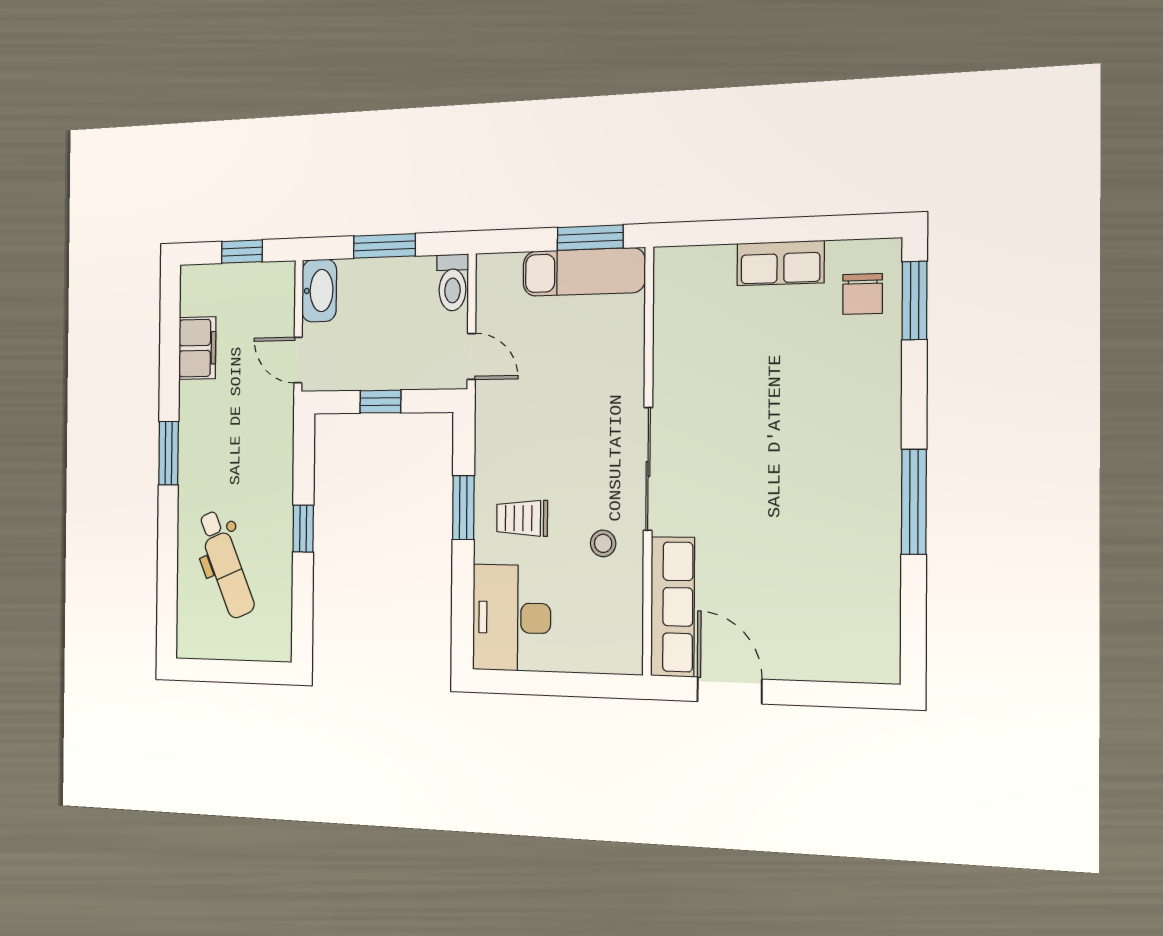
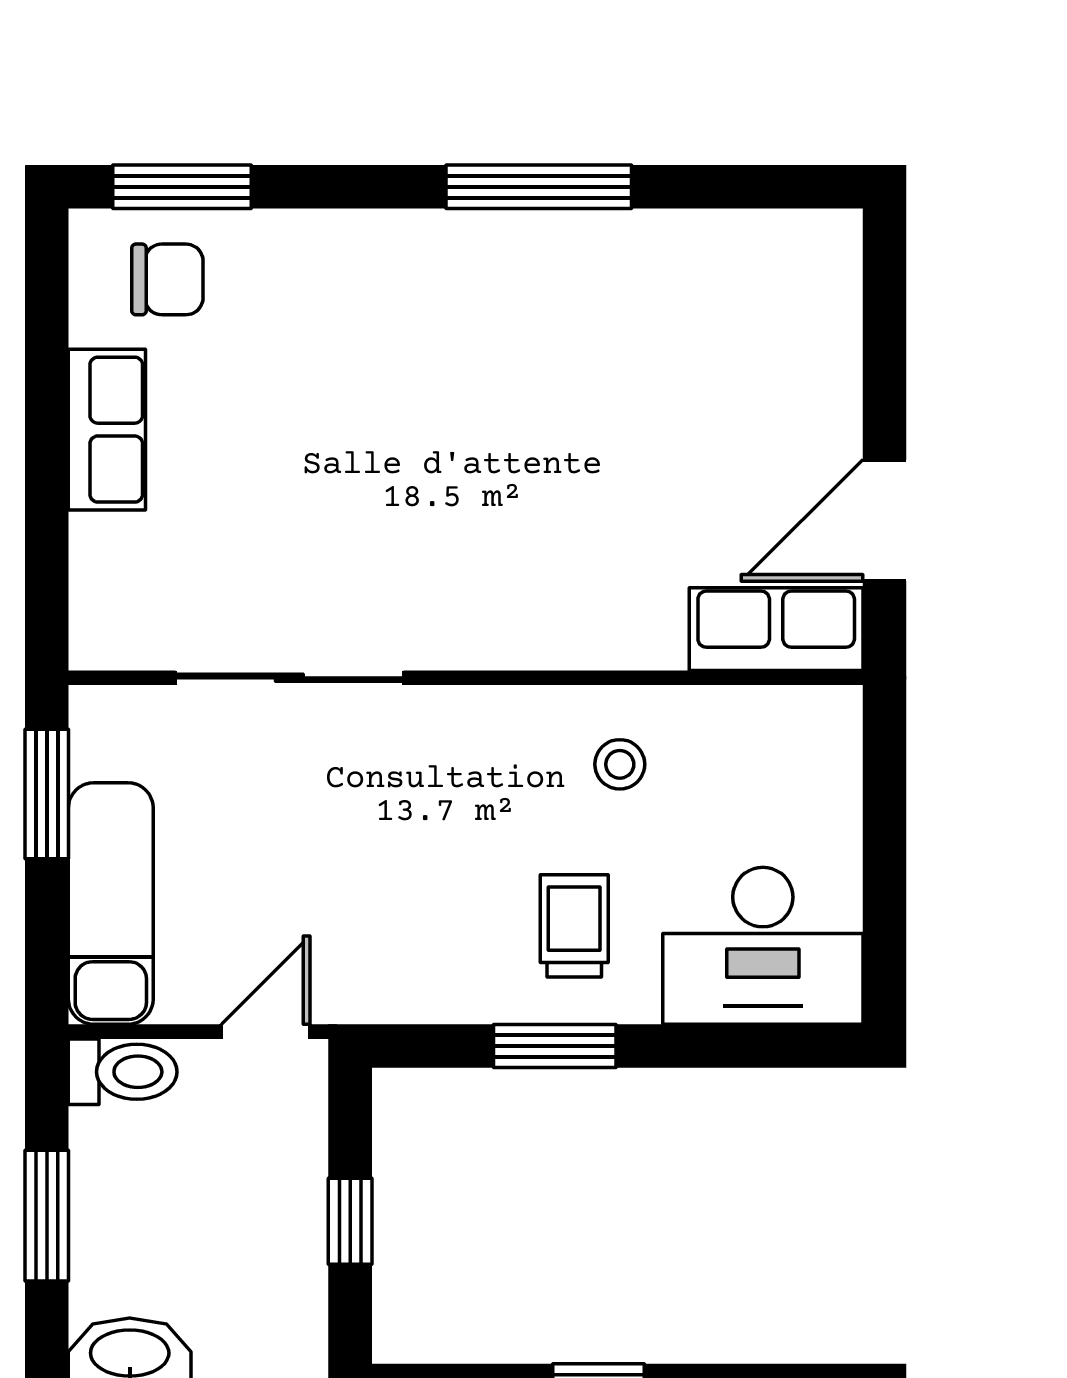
exam couch: (584, 272) -> (111, 904), moved
sliding door: (648, 469) -> (289, 678), moved
trolley: (522, 518) -> (574, 926), turned 180
row of seats: (673, 607) -> (776, 629), width x0.68

